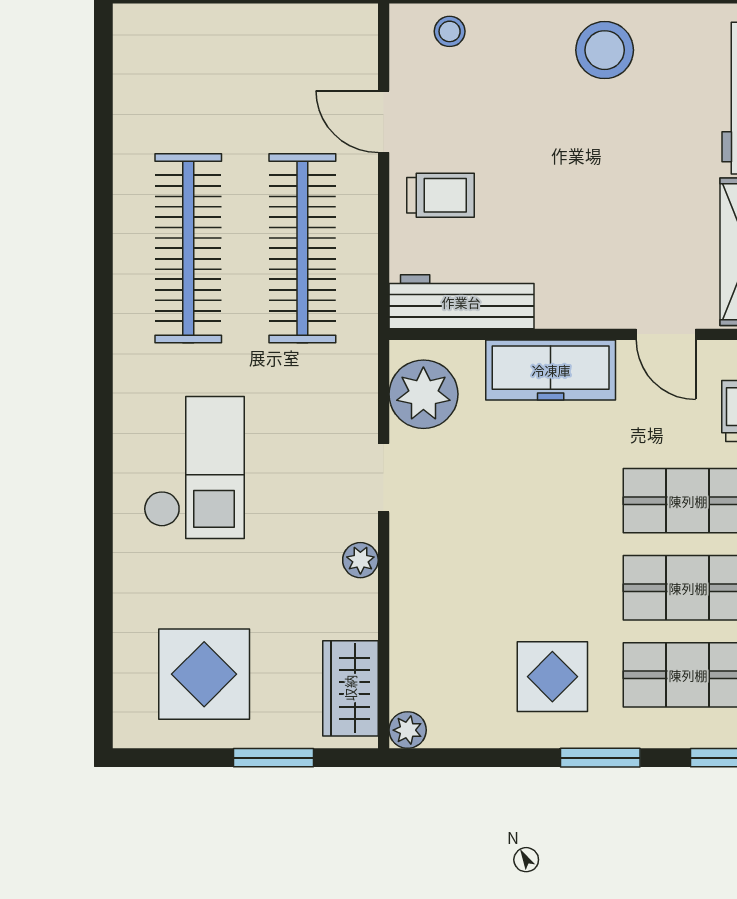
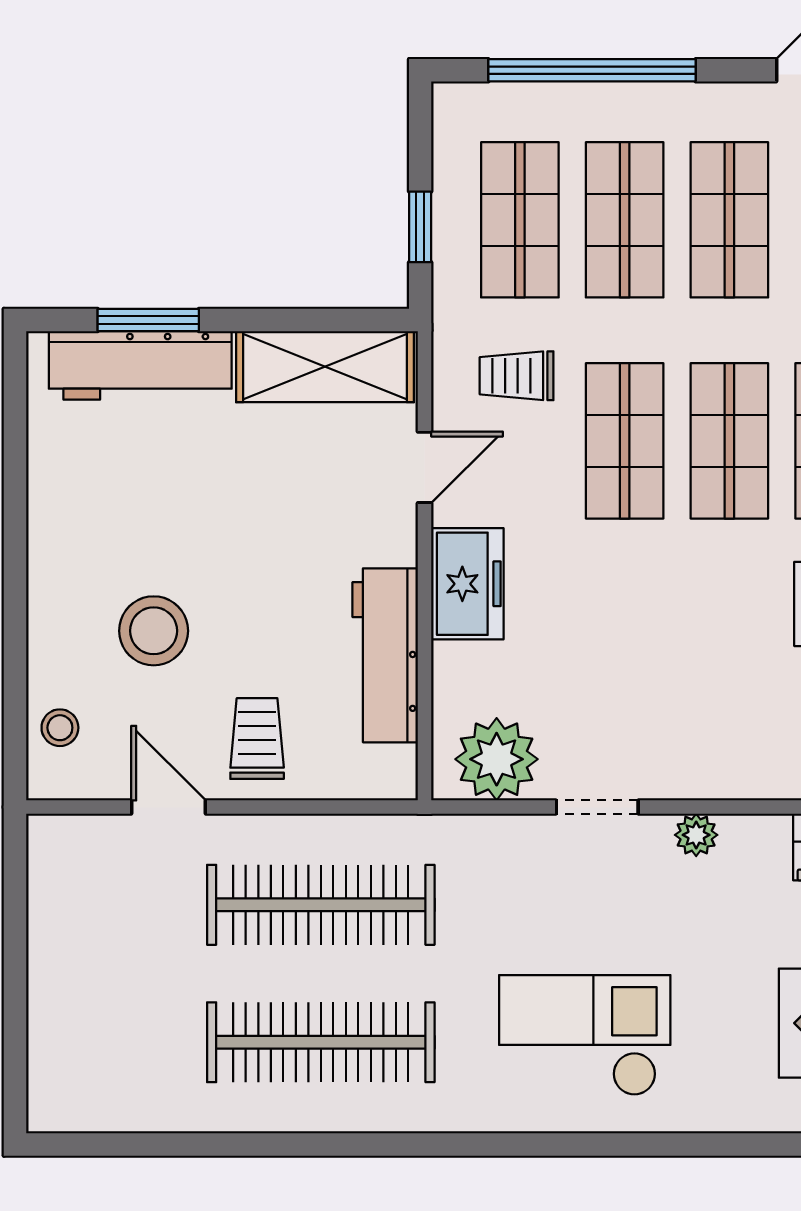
stool: (605, 50) -> (154, 631), moved
door: (384, 122) -> (168, 807), swing flipped
workbench: (461, 302) -> (385, 655), moved
freezer: (551, 370) -> (467, 584), width x0.71

